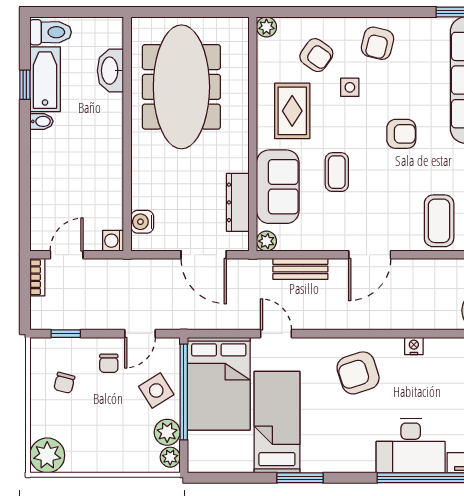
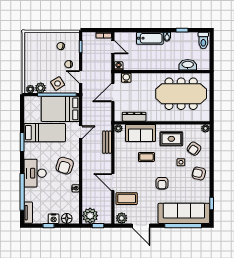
bathtub: (45, 79) -> (150, 38), moved
door: (204, 255) -> (113, 93), moved
door: (370, 255) -> (113, 182), moved
armchair: (358, 373) -> (65, 166), turned -144
desk: (411, 446) -> (35, 173), moved
plant: (47, 455) -> (31, 39), removed

